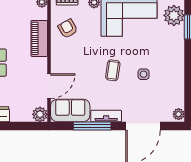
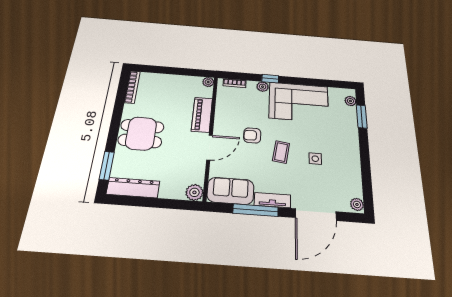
plant: (174, 15) -> (350, 101), width x0.53, depth x0.53
armchair: (68, 29) -> (252, 135), moved, turned -60
door: (49, 86) -> (210, 148), moved

